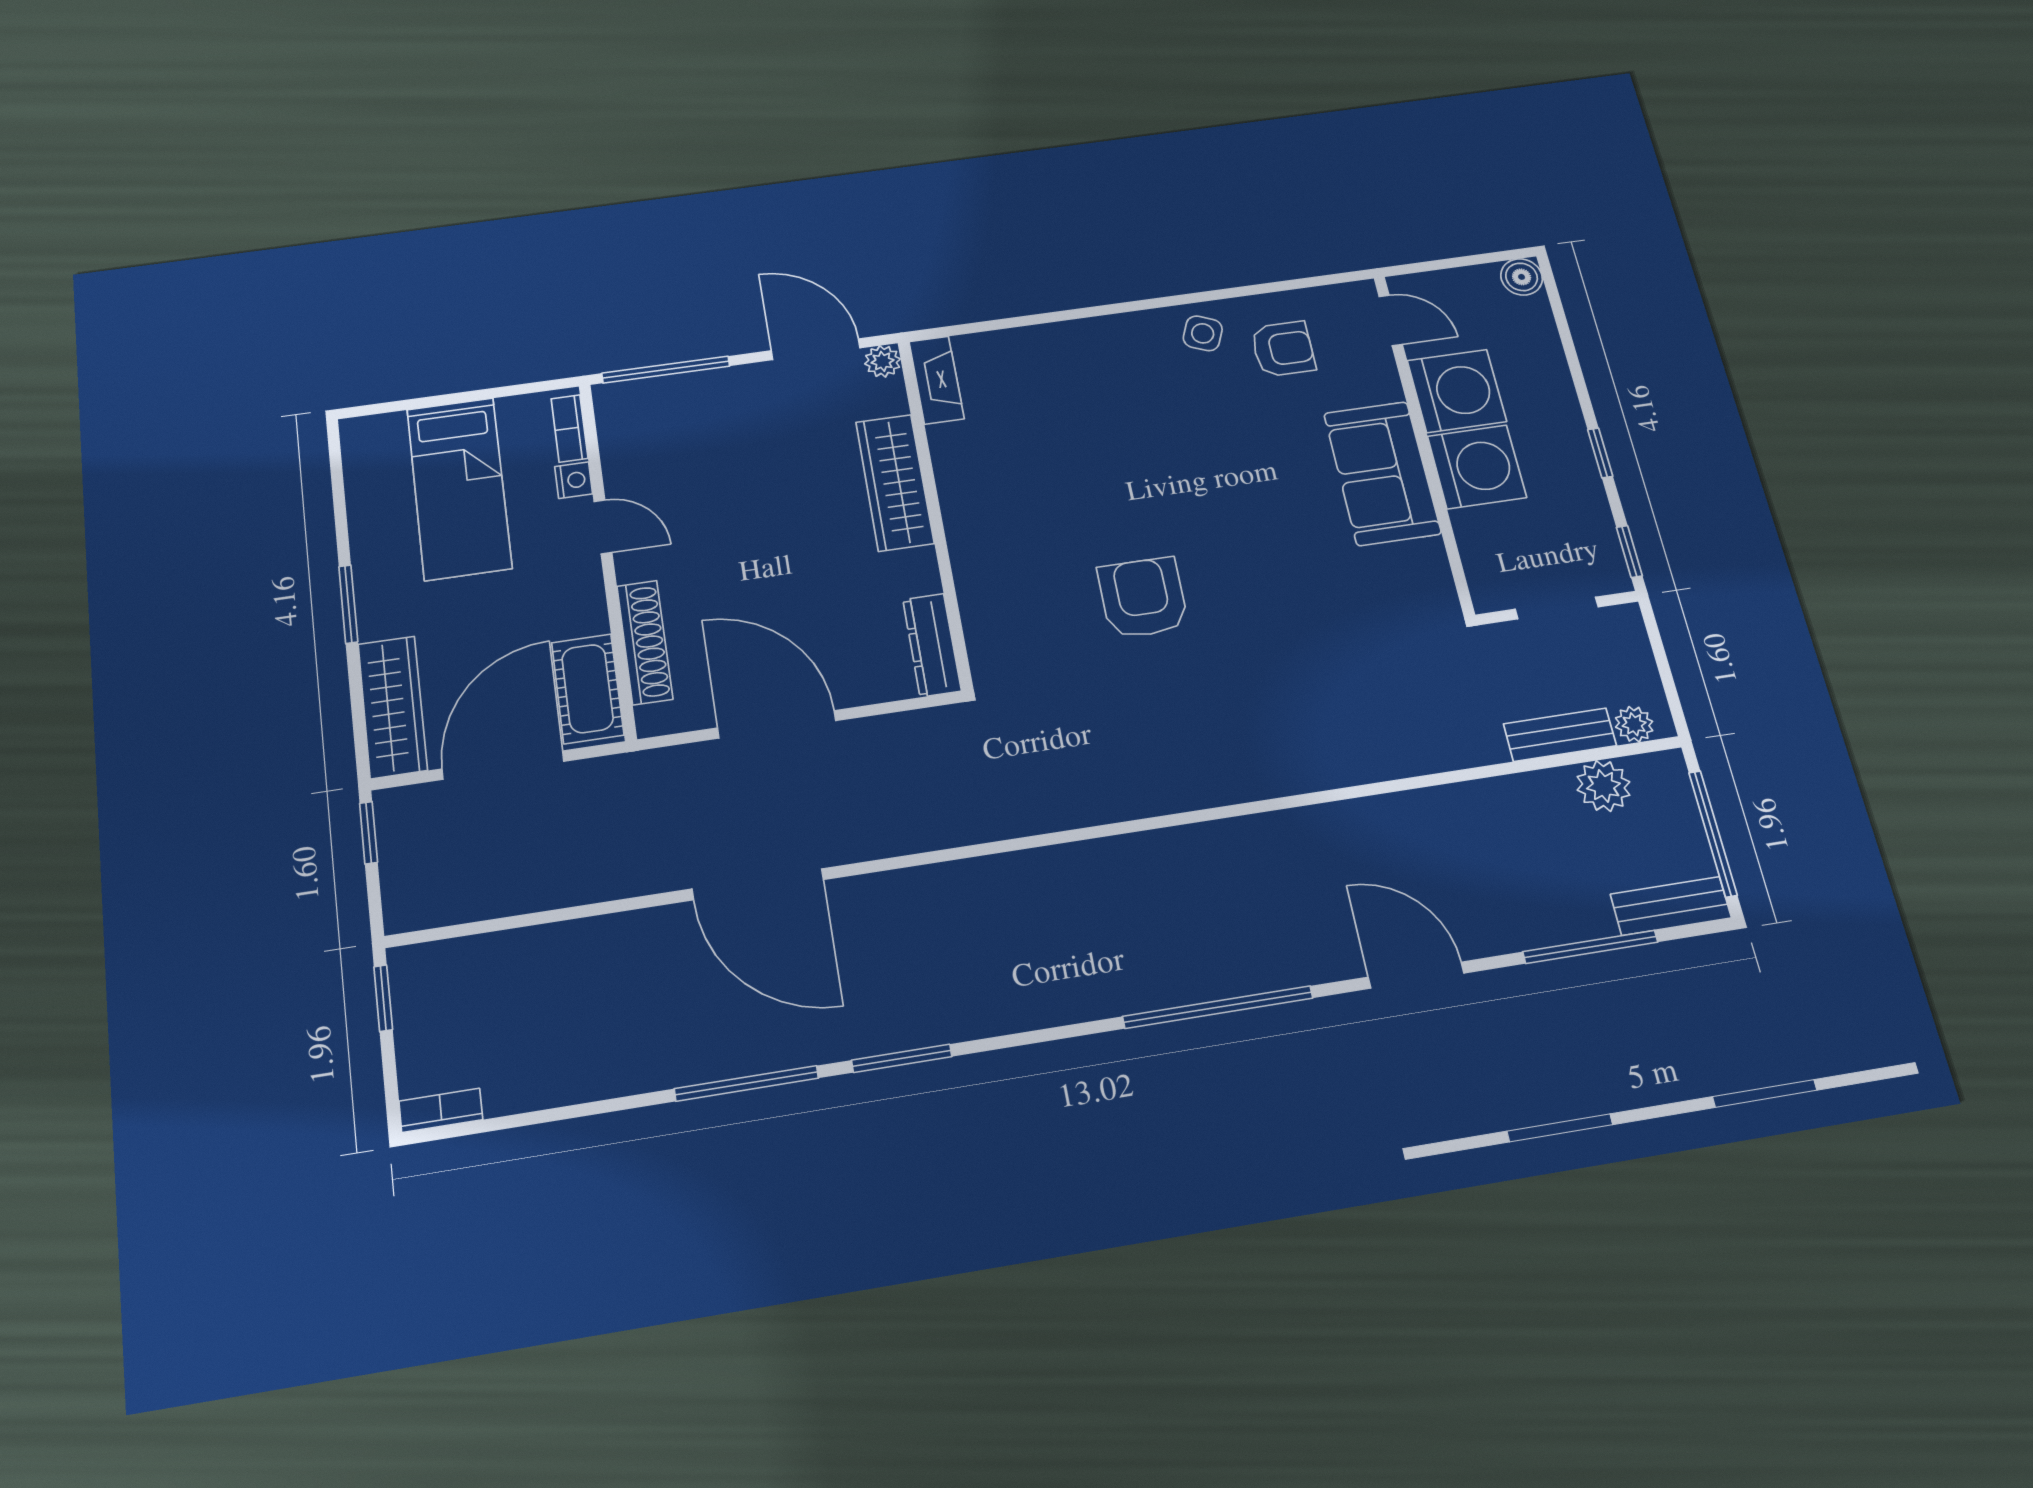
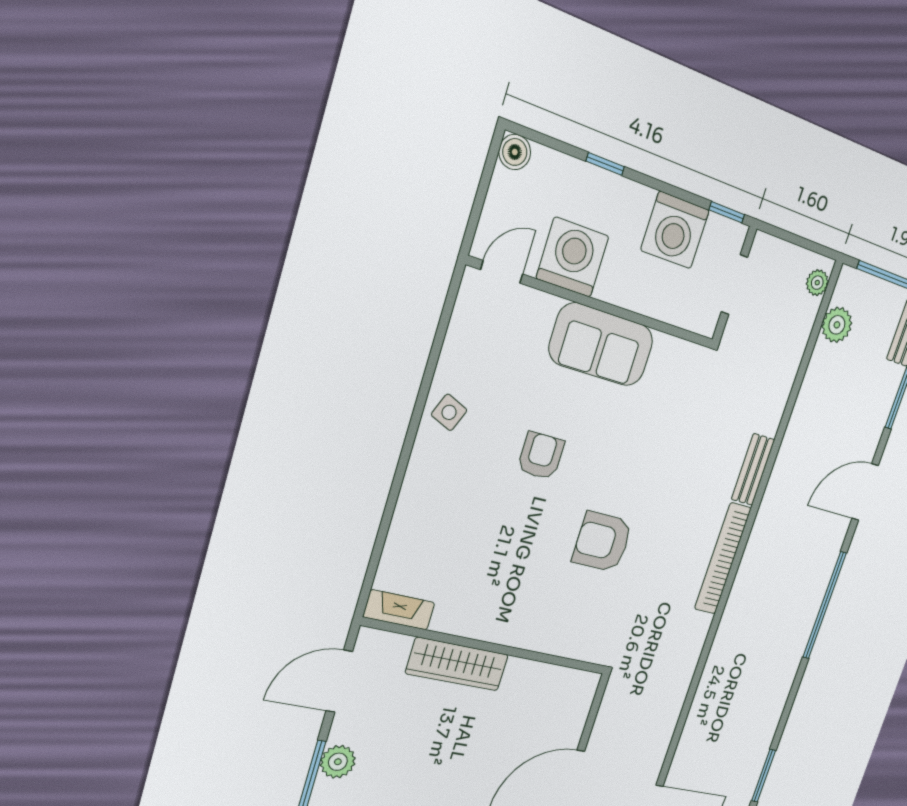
armchair: (1283, 349) -> (541, 456), moved
plant: (883, 361) -> (338, 762), moved, width x1.38, depth x1.38
window: (1600, 453) -> (605, 164), moved
washing machine: (1477, 467) -> (675, 230), moved, turned 180
dresser: (932, 645) -> (568, 680), removed
bench: (1560, 735) -> (753, 470), moved
bookcase: (1205, 790) -> (723, 559), added

